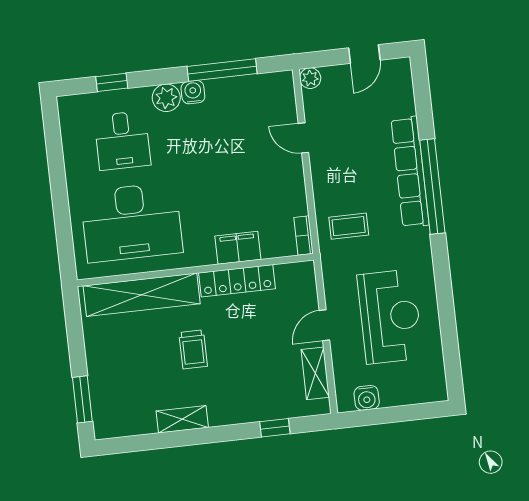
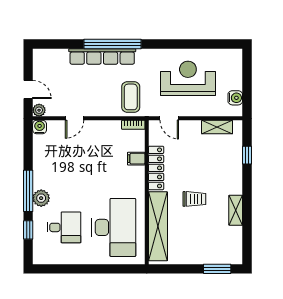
door: (364, 54) -> (28, 90), moved
window: (222, 70) -> (28, 191), moved
water cooler: (193, 92) -> (40, 127), moved, turned 90
coffee table: (349, 226) -> (131, 97), width x1.36, depth x1.30
filing cabinet: (238, 248) -> (136, 159), width x0.50
door: (324, 325) -> (169, 118), moved

